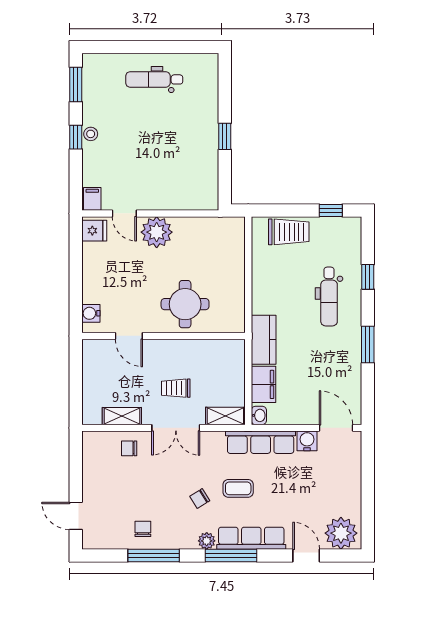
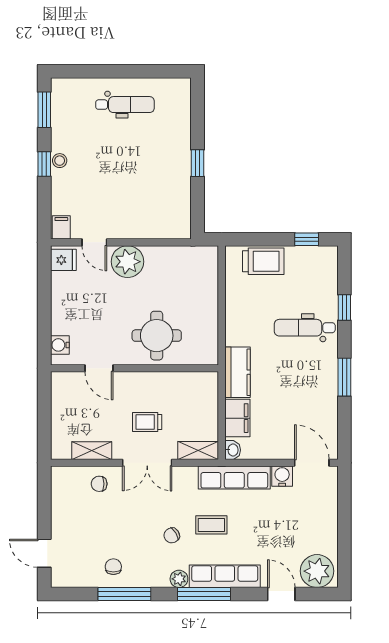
dental chair: (154, 79) -> (125, 105), turned 180
dental chair: (329, 296) -> (305, 328), turned 90

